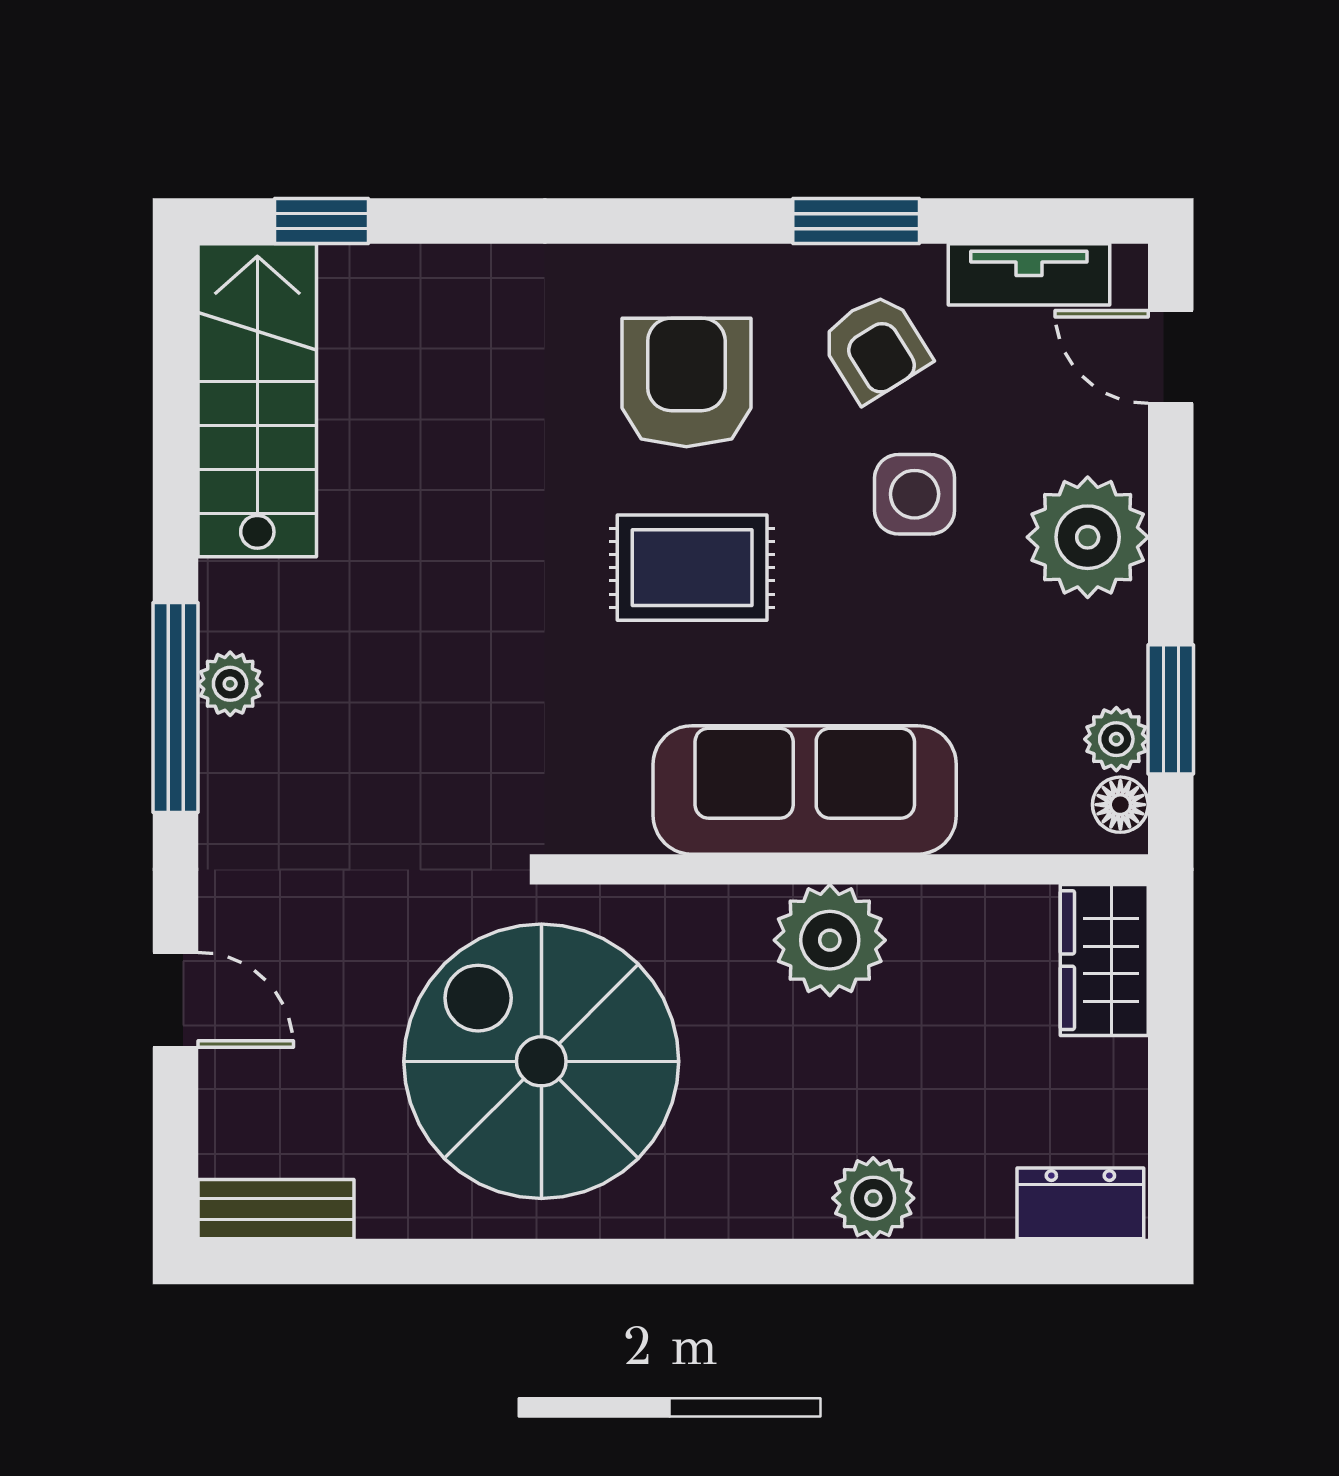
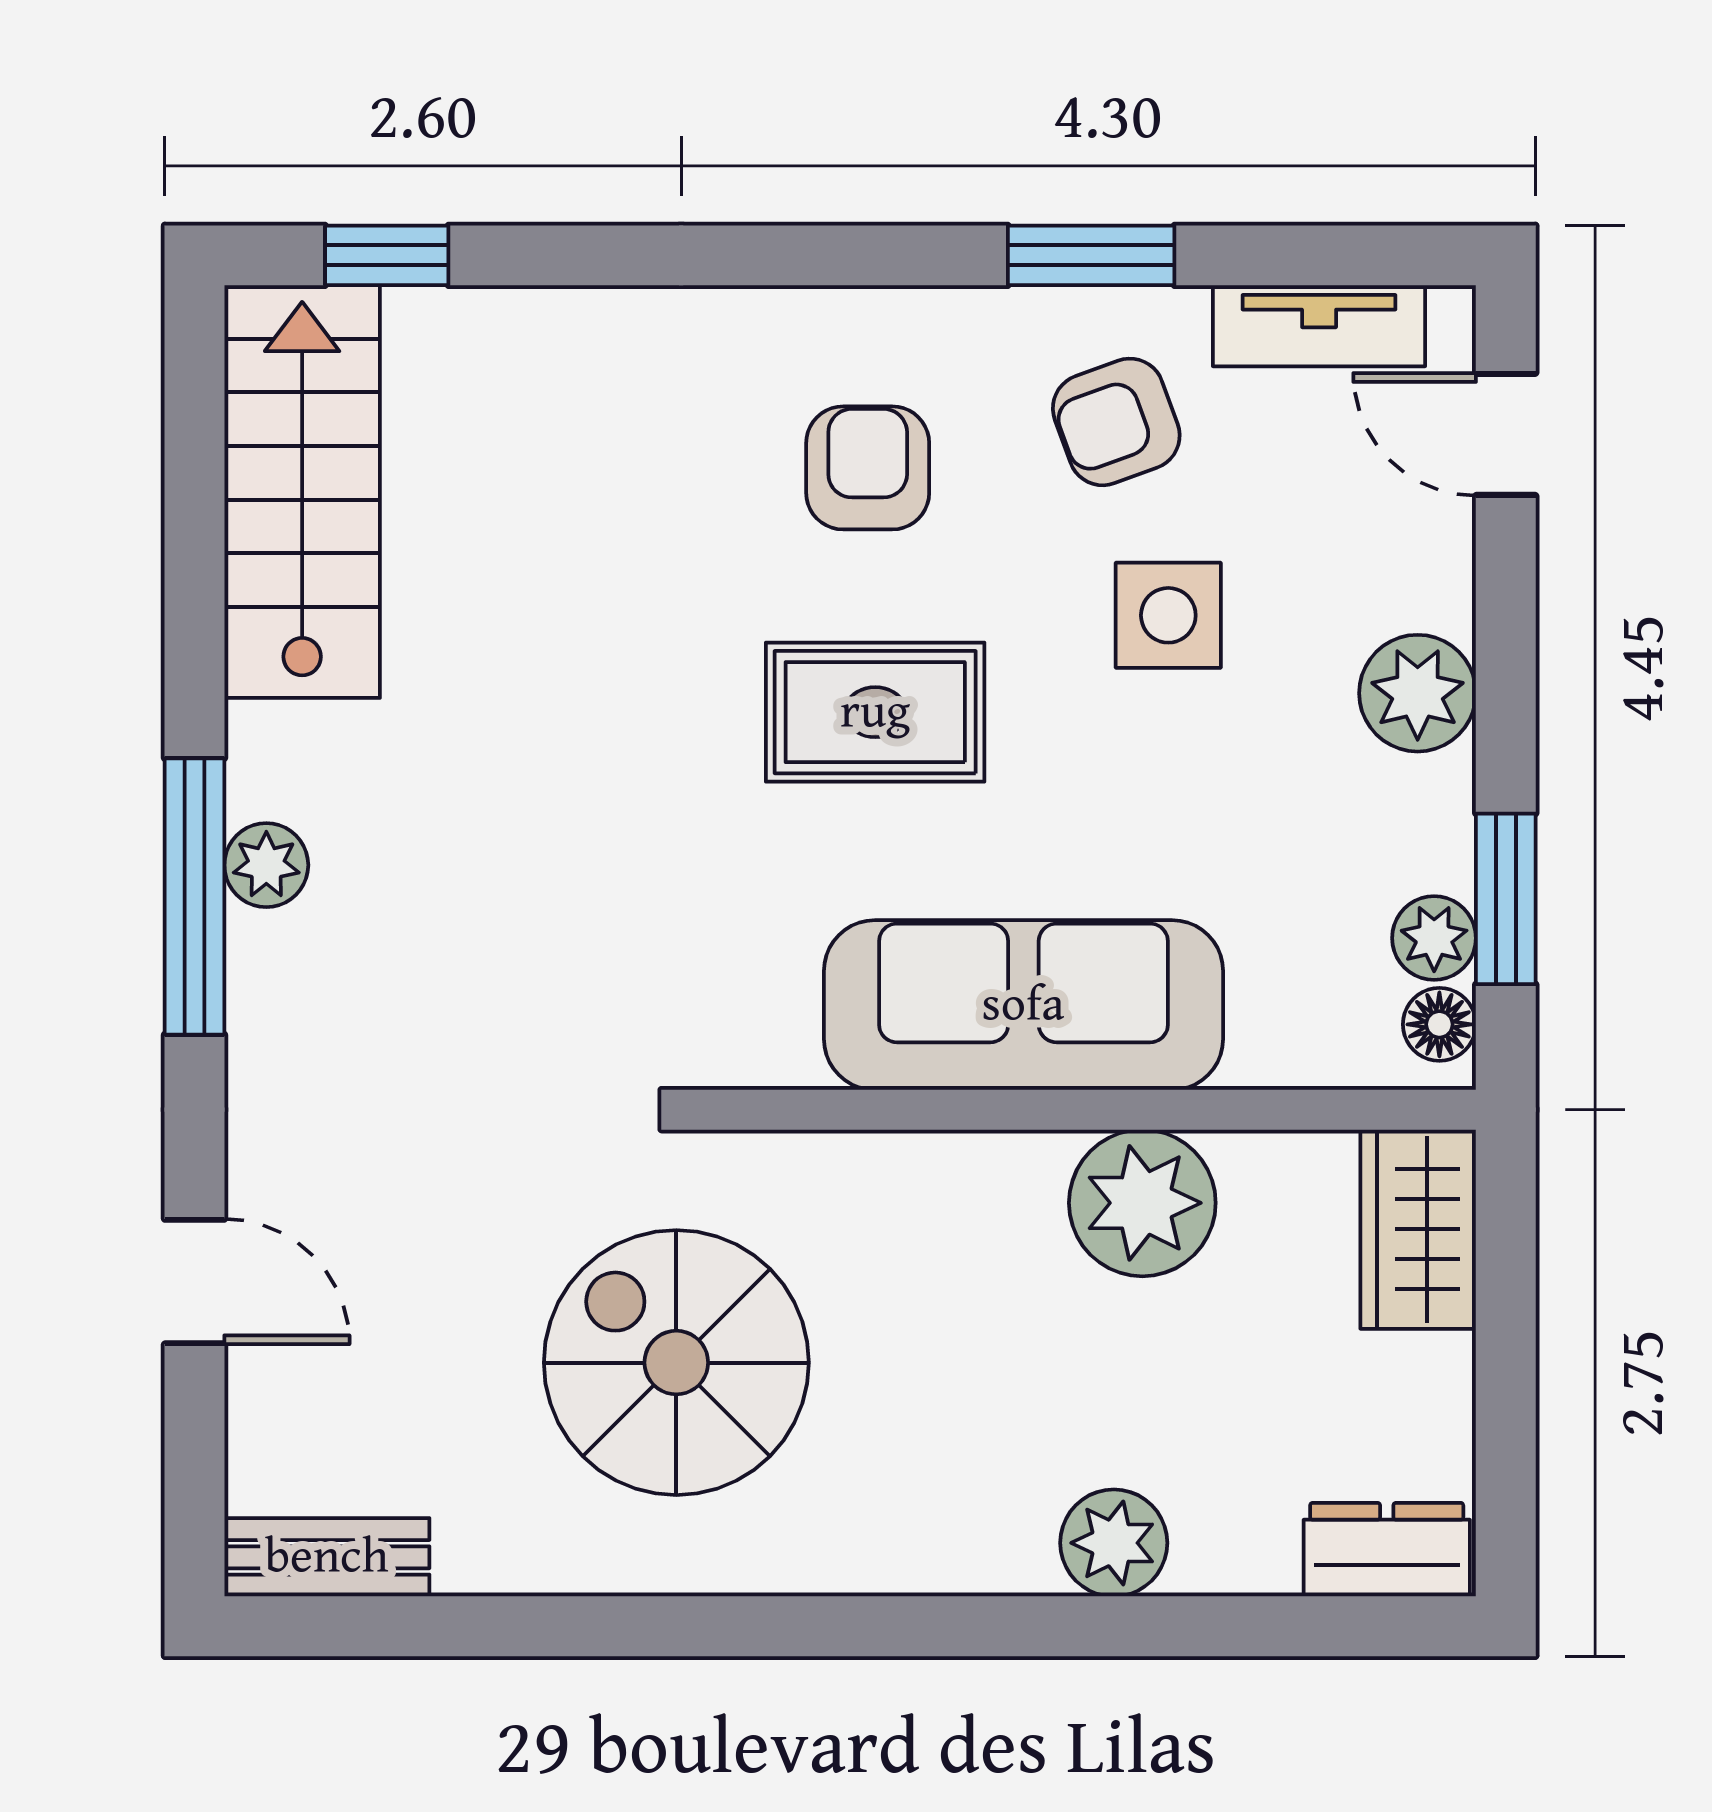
armchair: (875, 347) -> (1116, 422), turned 102
armchair: (686, 382) -> (868, 468), width x0.72, depth x0.72
plant: (1088, 537) -> (1418, 693), width x0.73, depth x0.73
plant: (830, 940) -> (1142, 1203), moved
spiral stairs: (541, 1061) -> (676, 1363), width x0.73, depth x0.73

